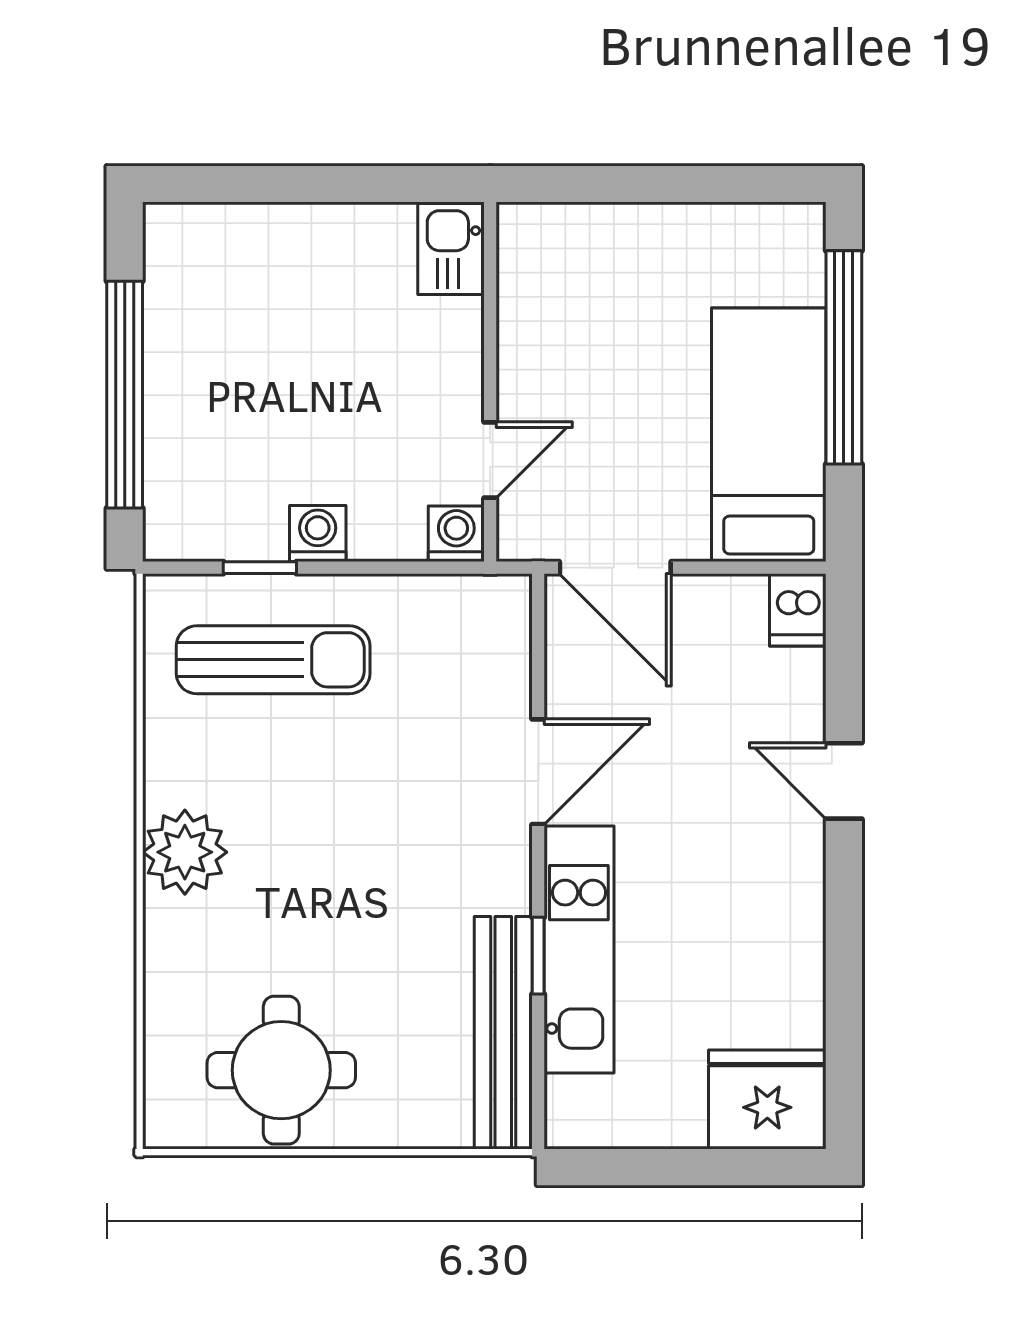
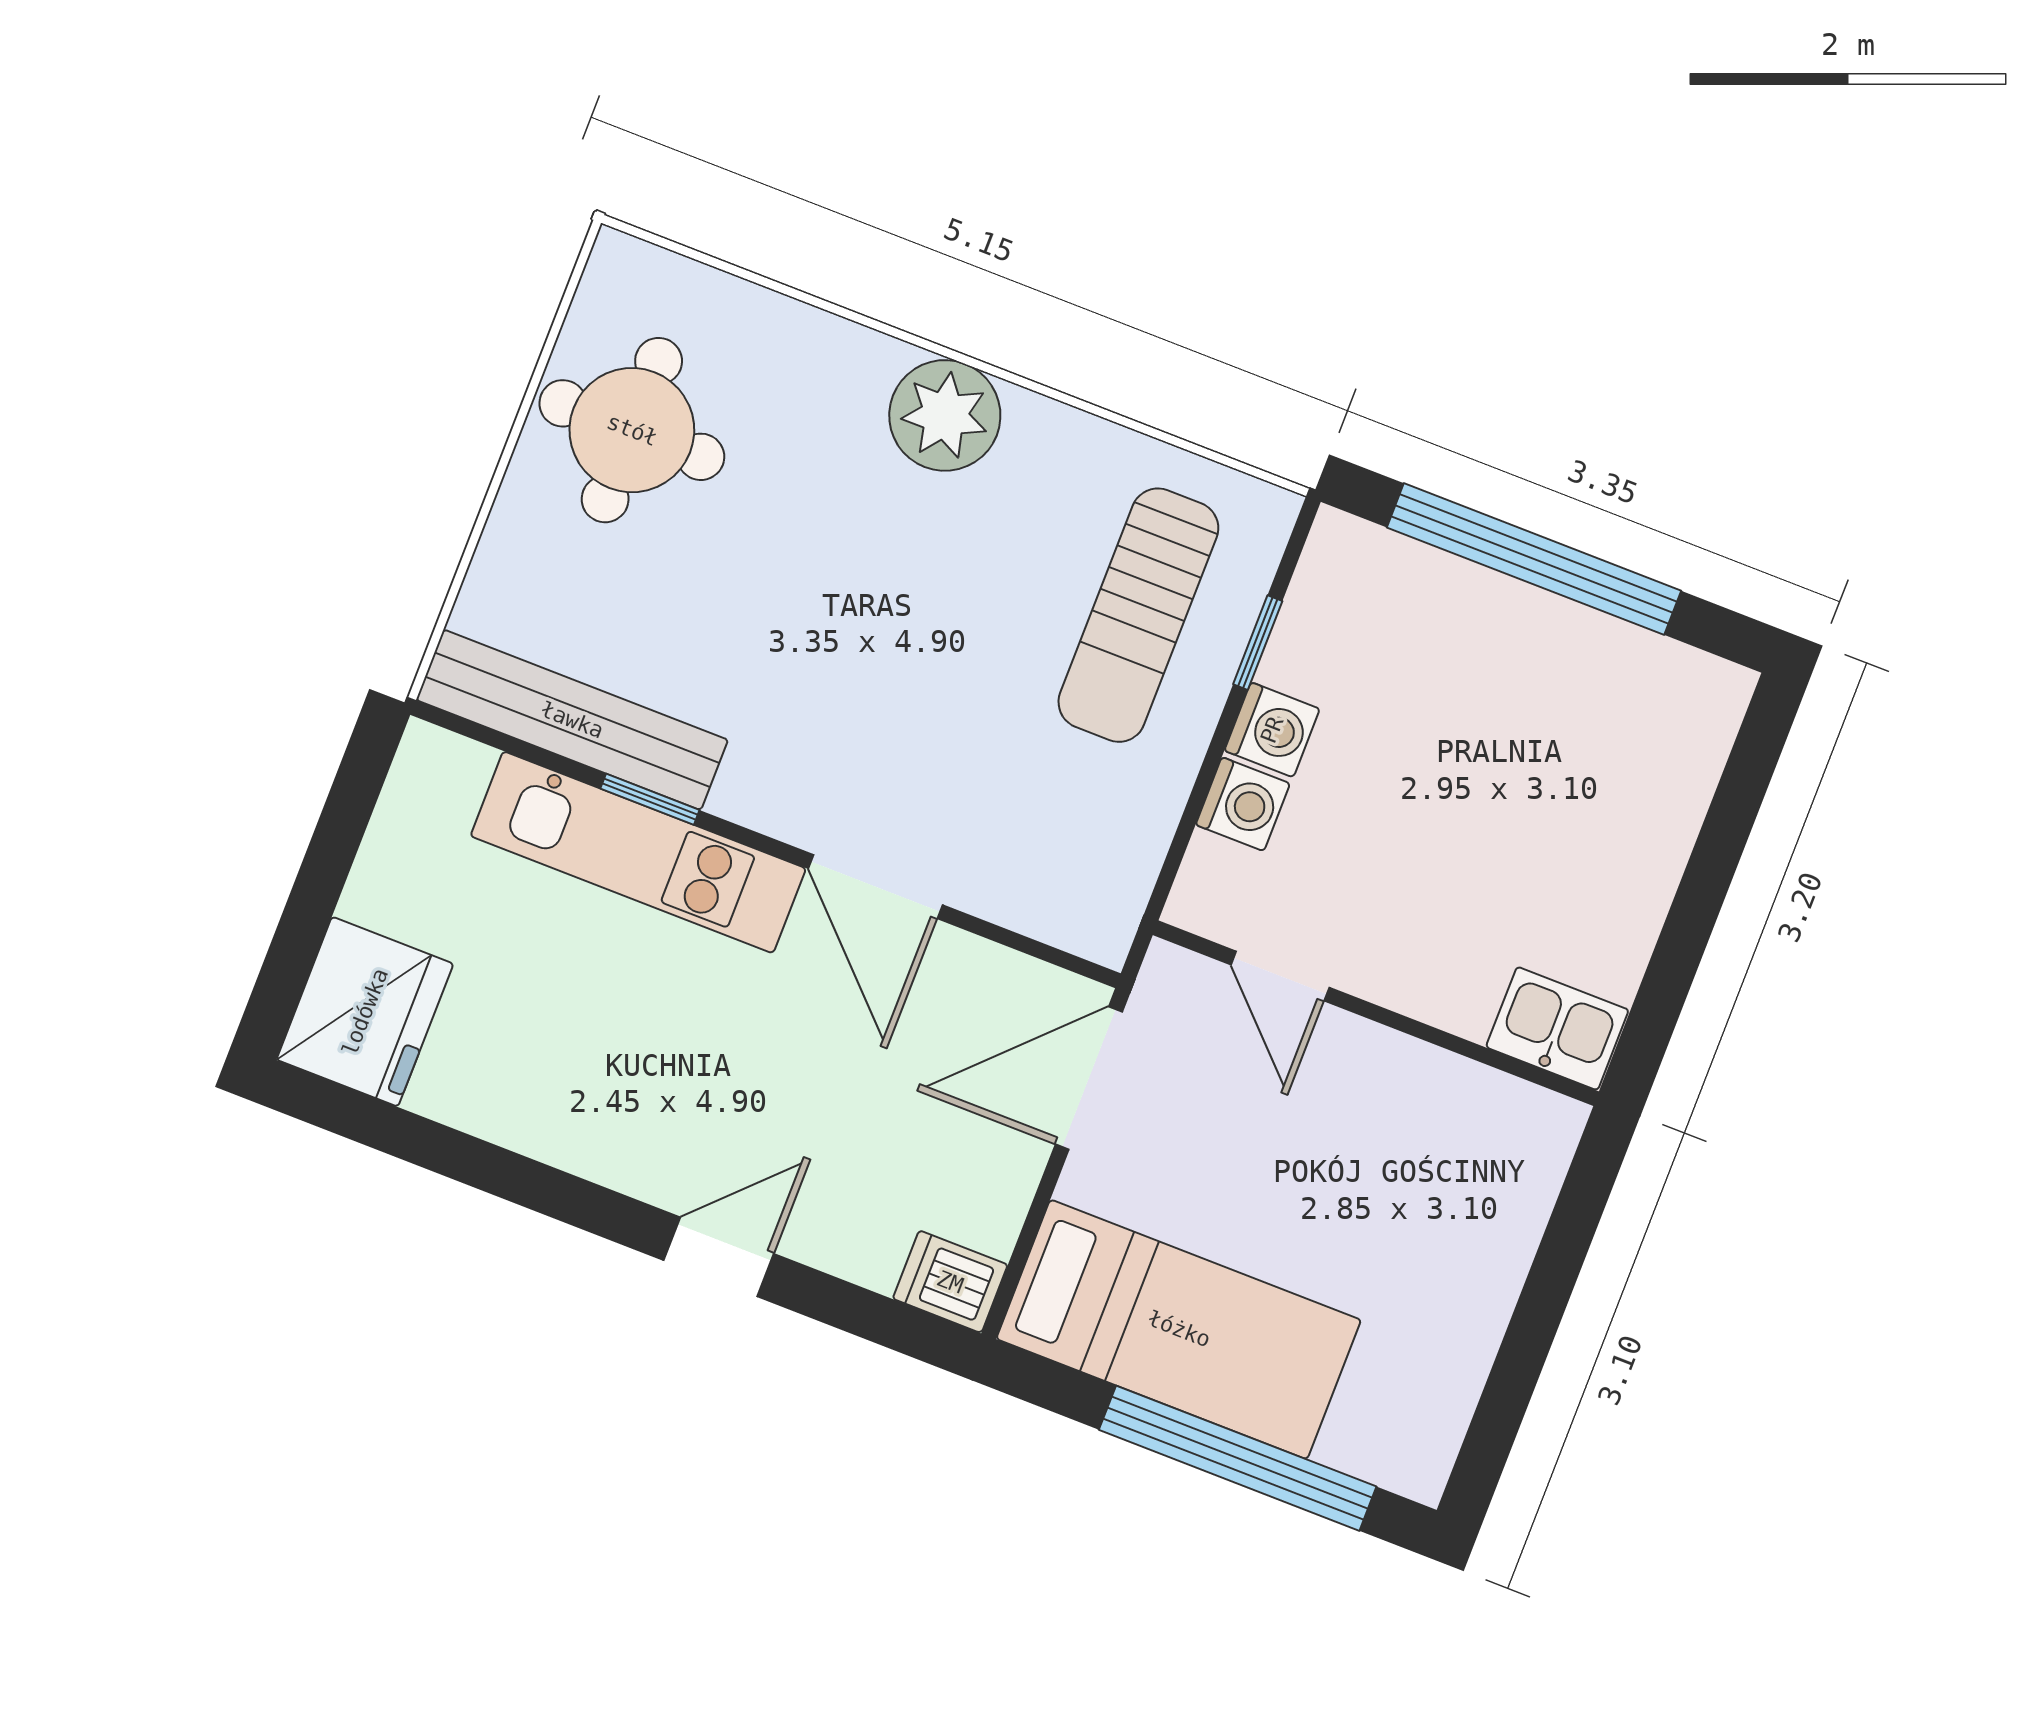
washing machine: (456, 534) -> (1243, 804), moved

